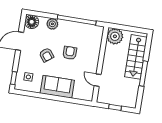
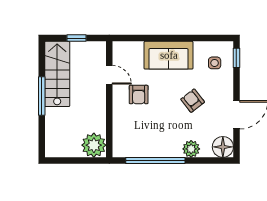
armchair: (70, 53) -> (139, 95), moved
stairs: (136, 57) -> (57, 74), moved

